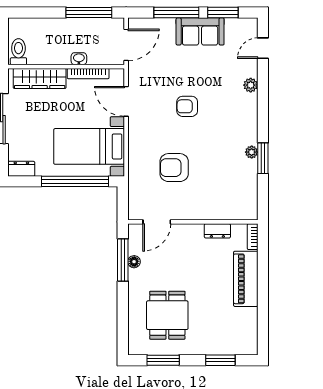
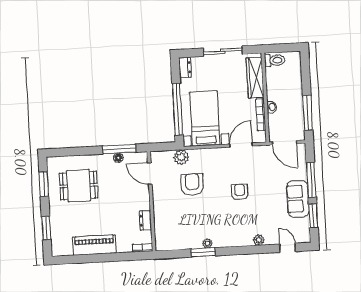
plant: (138, 180) -> (181, 157), added
piano: (246, 279) -> (94, 245), moved

